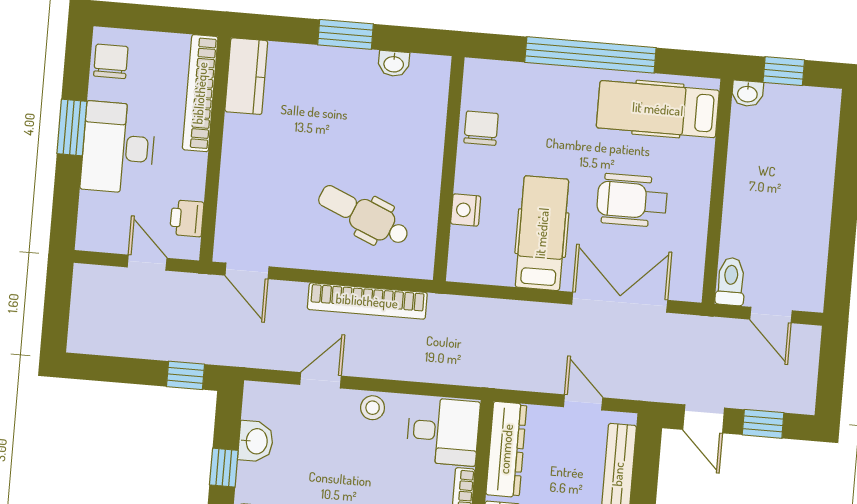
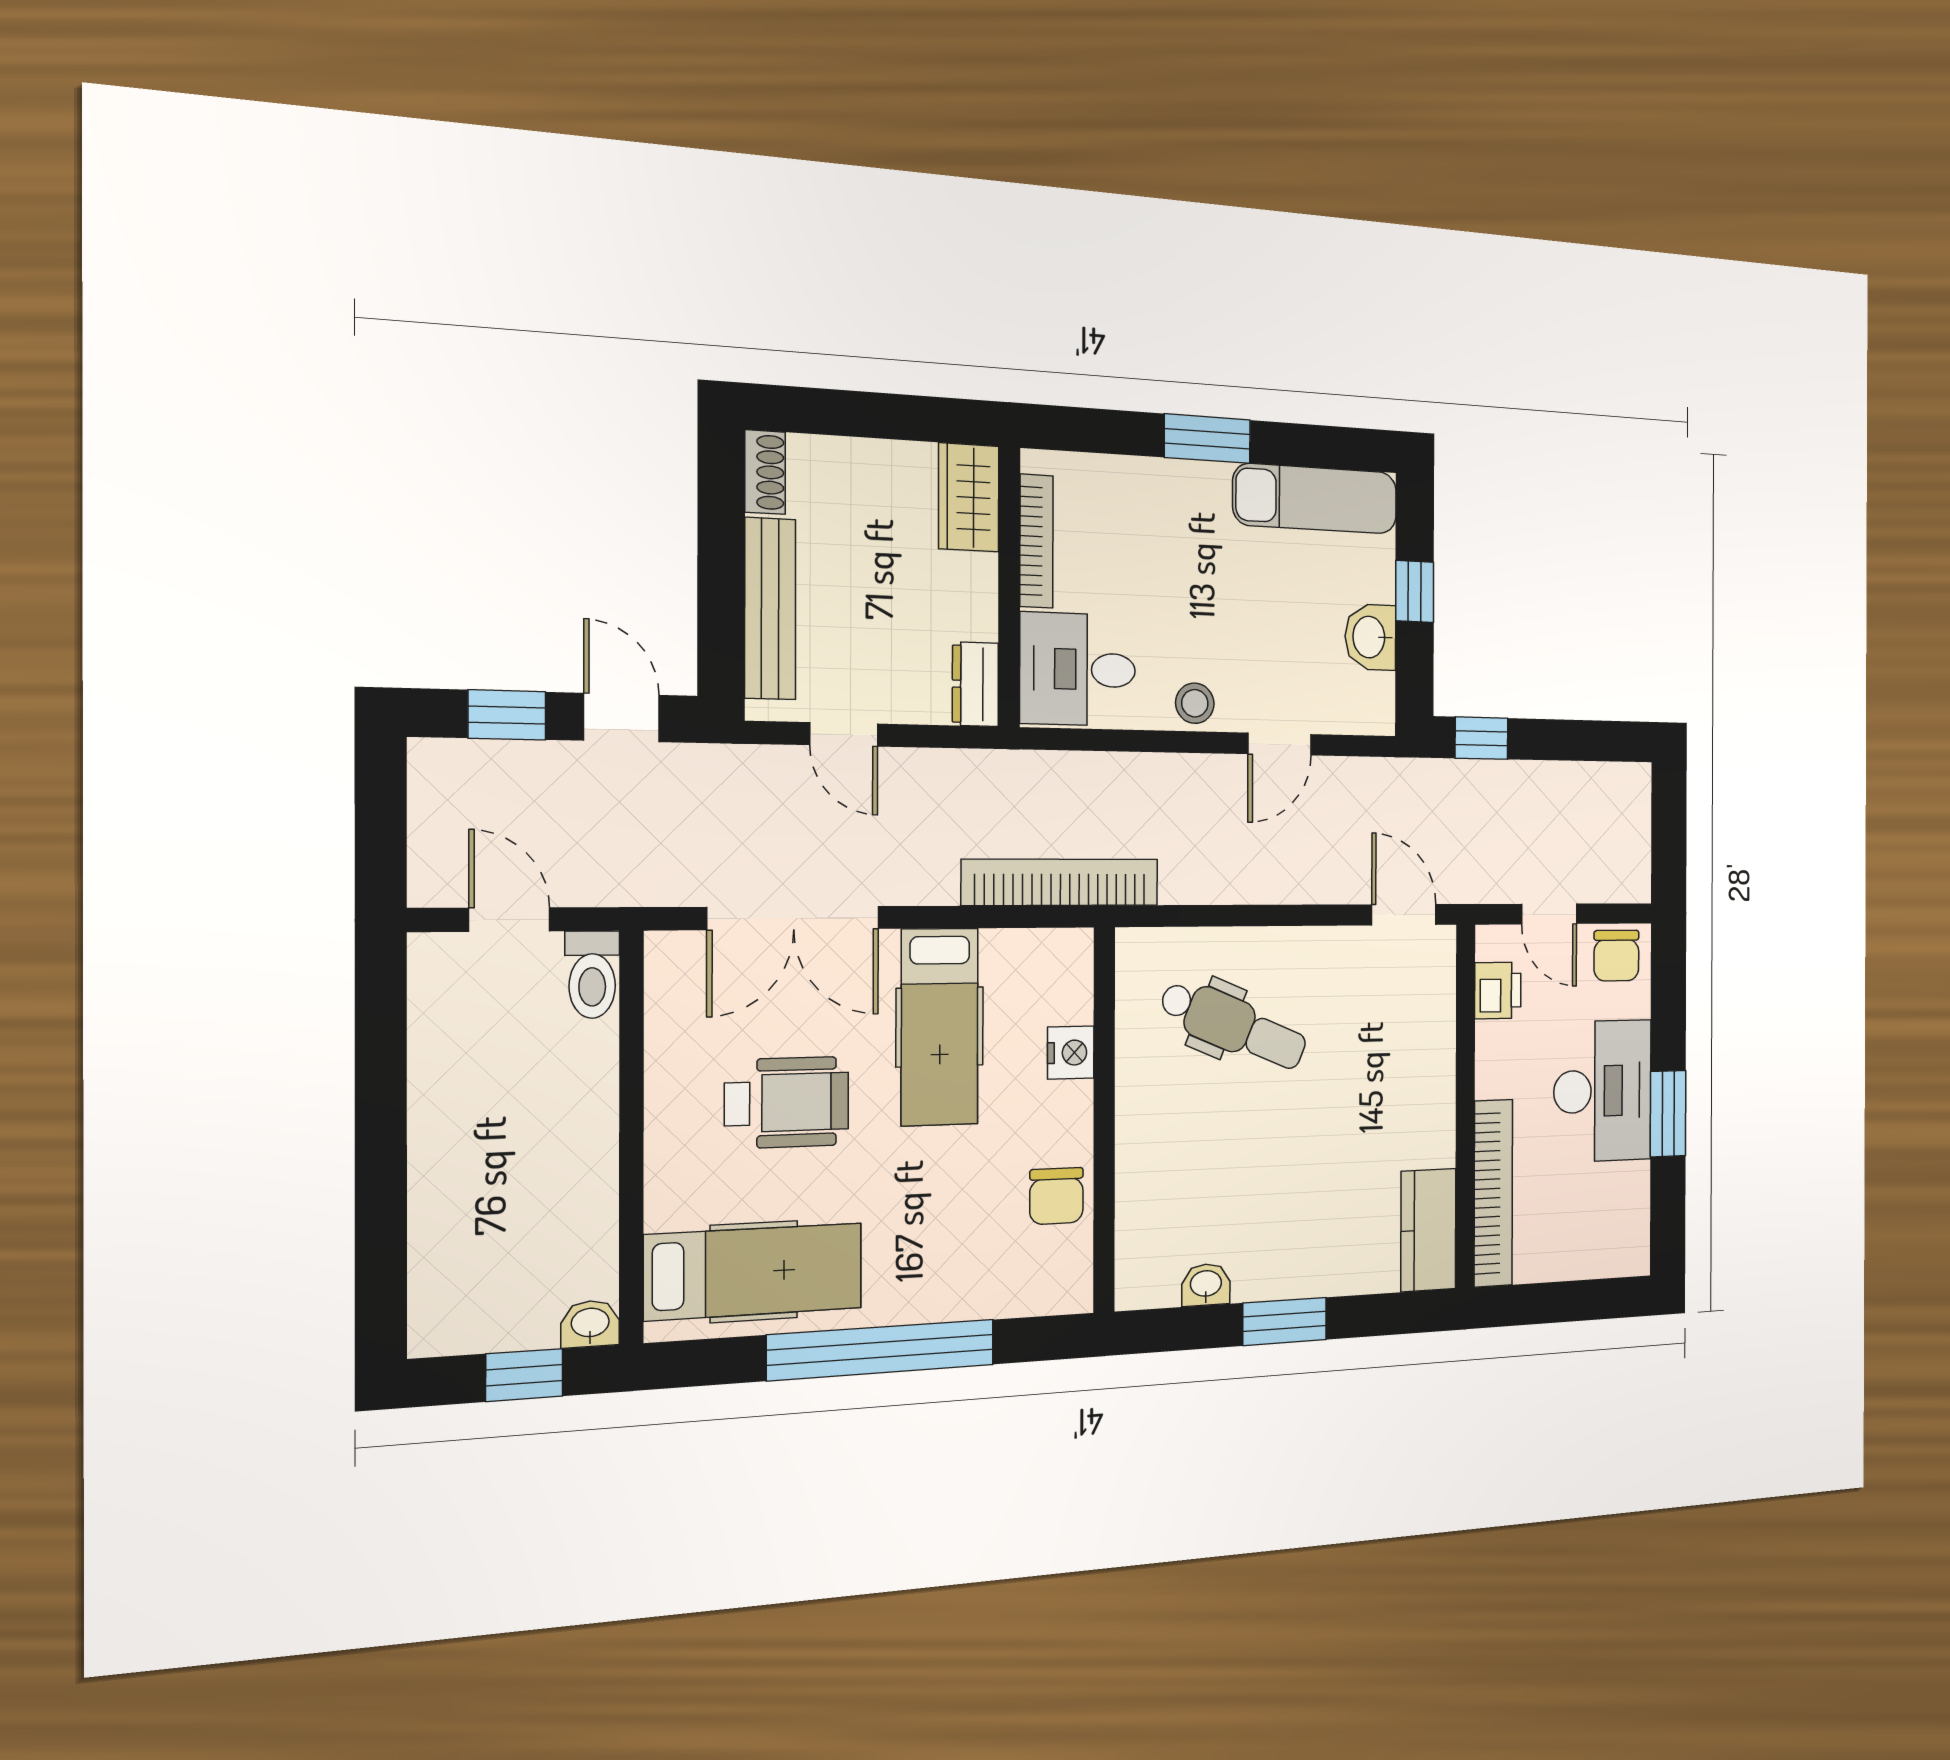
chair: (111, 61) -> (1616, 956), moved
bookcase: (367, 301) -> (1060, 882), moved
dresser: (506, 449) -> (975, 684), width x0.51, depth x0.80

